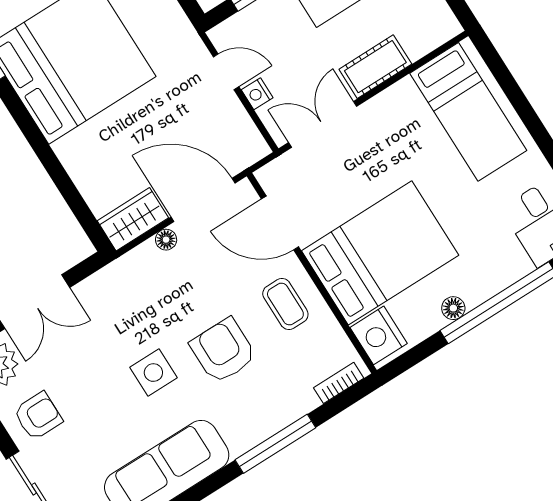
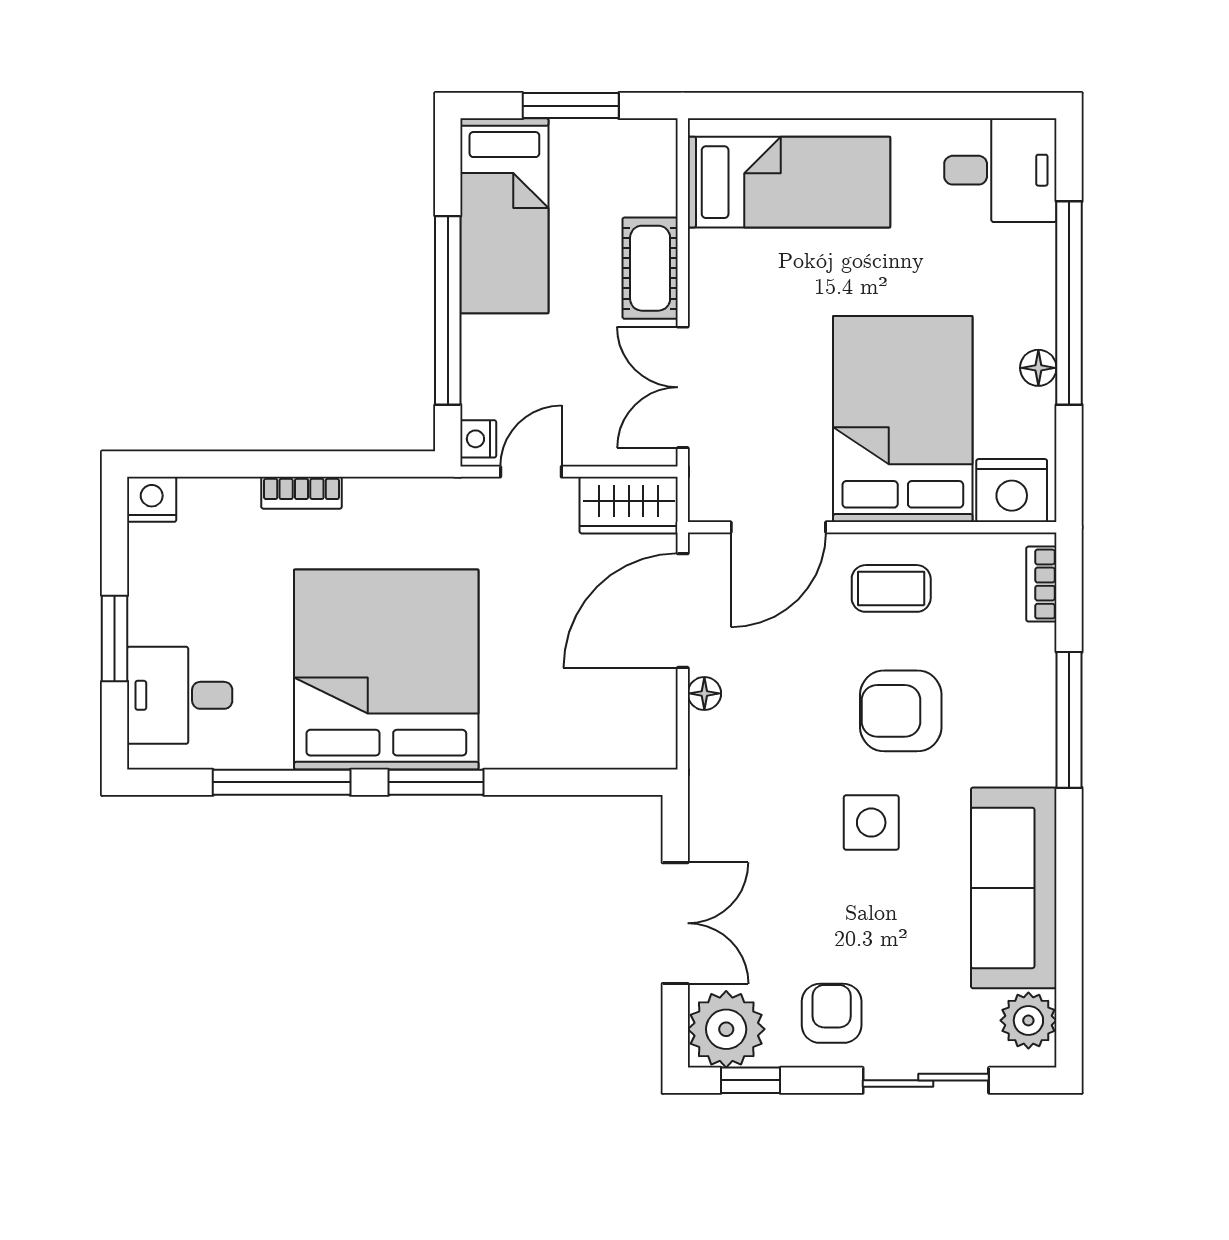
nightstand: (257, 94) -> (478, 439), moved, turned 90
window: (28, 126) -> (436, 782), added
wardrobe: (133, 219) -> (629, 505), moved, turned -90

